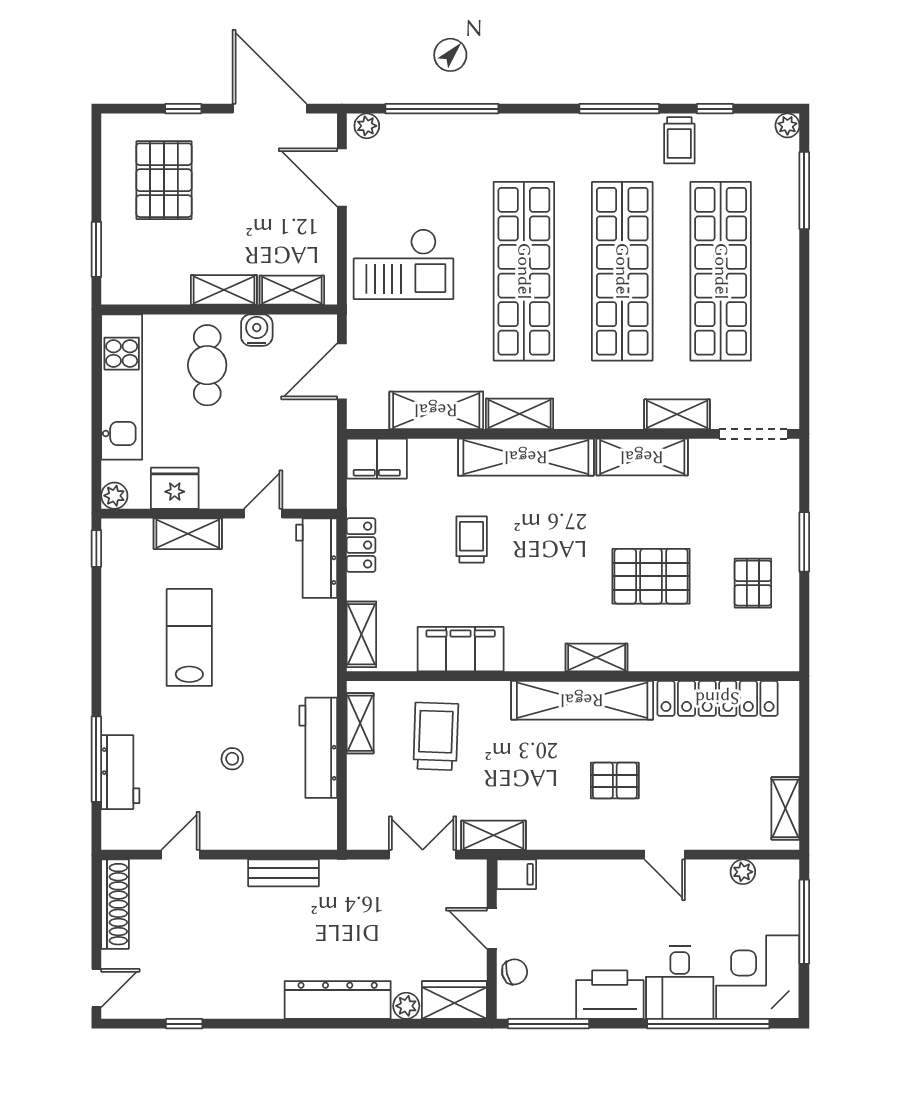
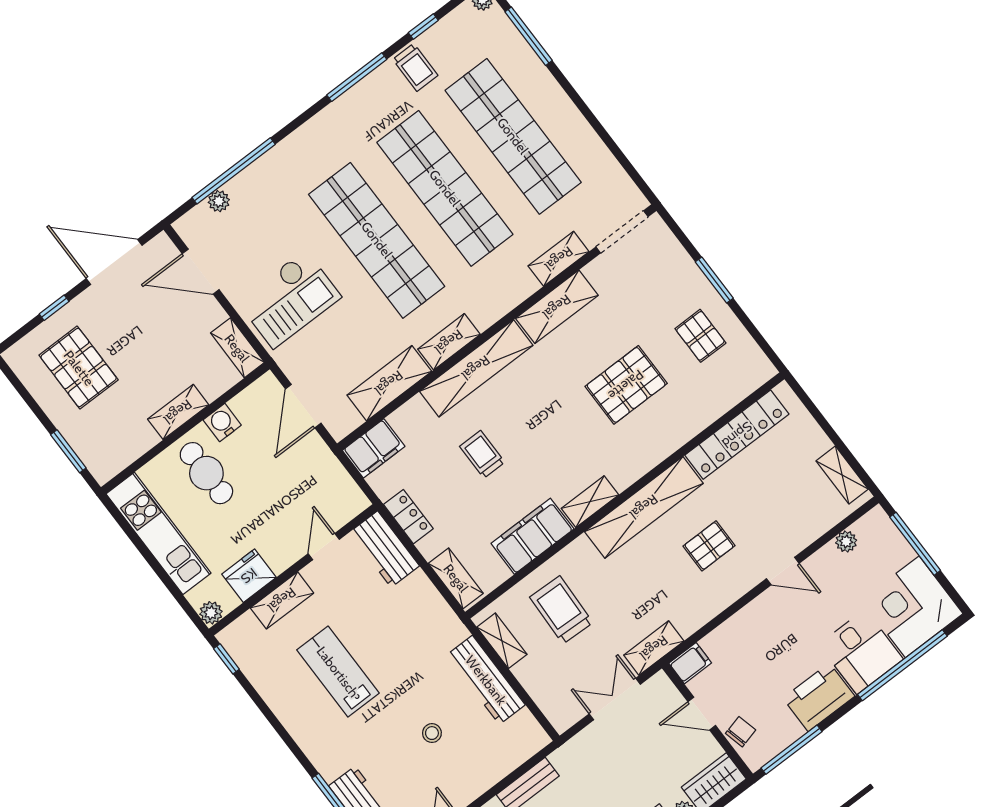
plant: (367, 126) -> (219, 201), moved
shelving: (292, 290) -> (237, 348), moved, turned 90
shelving: (597, 657) -> (590, 502), moved

